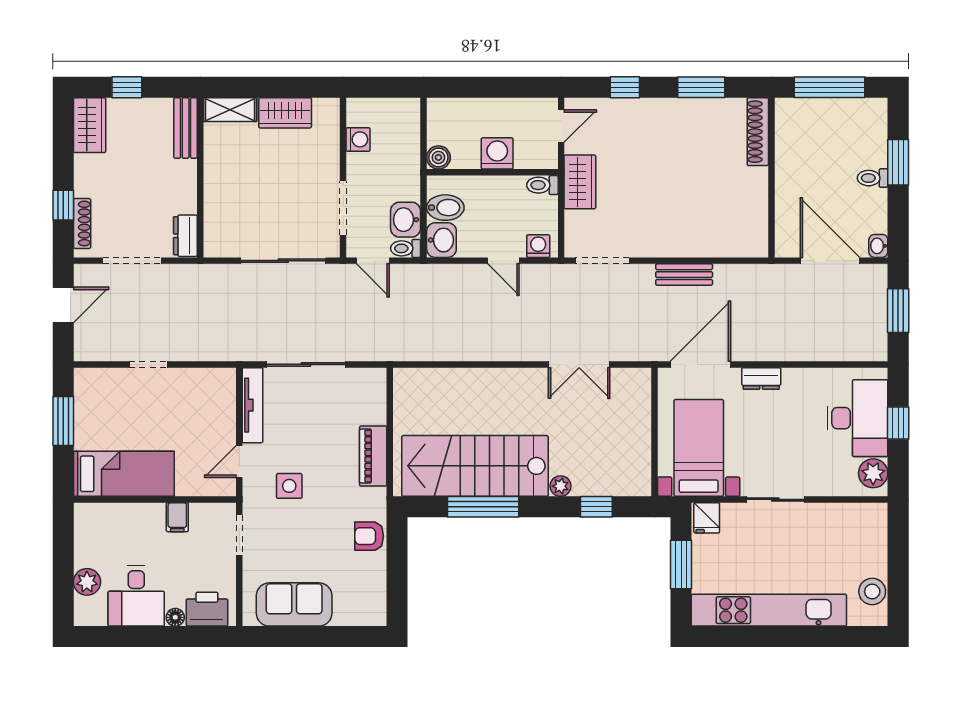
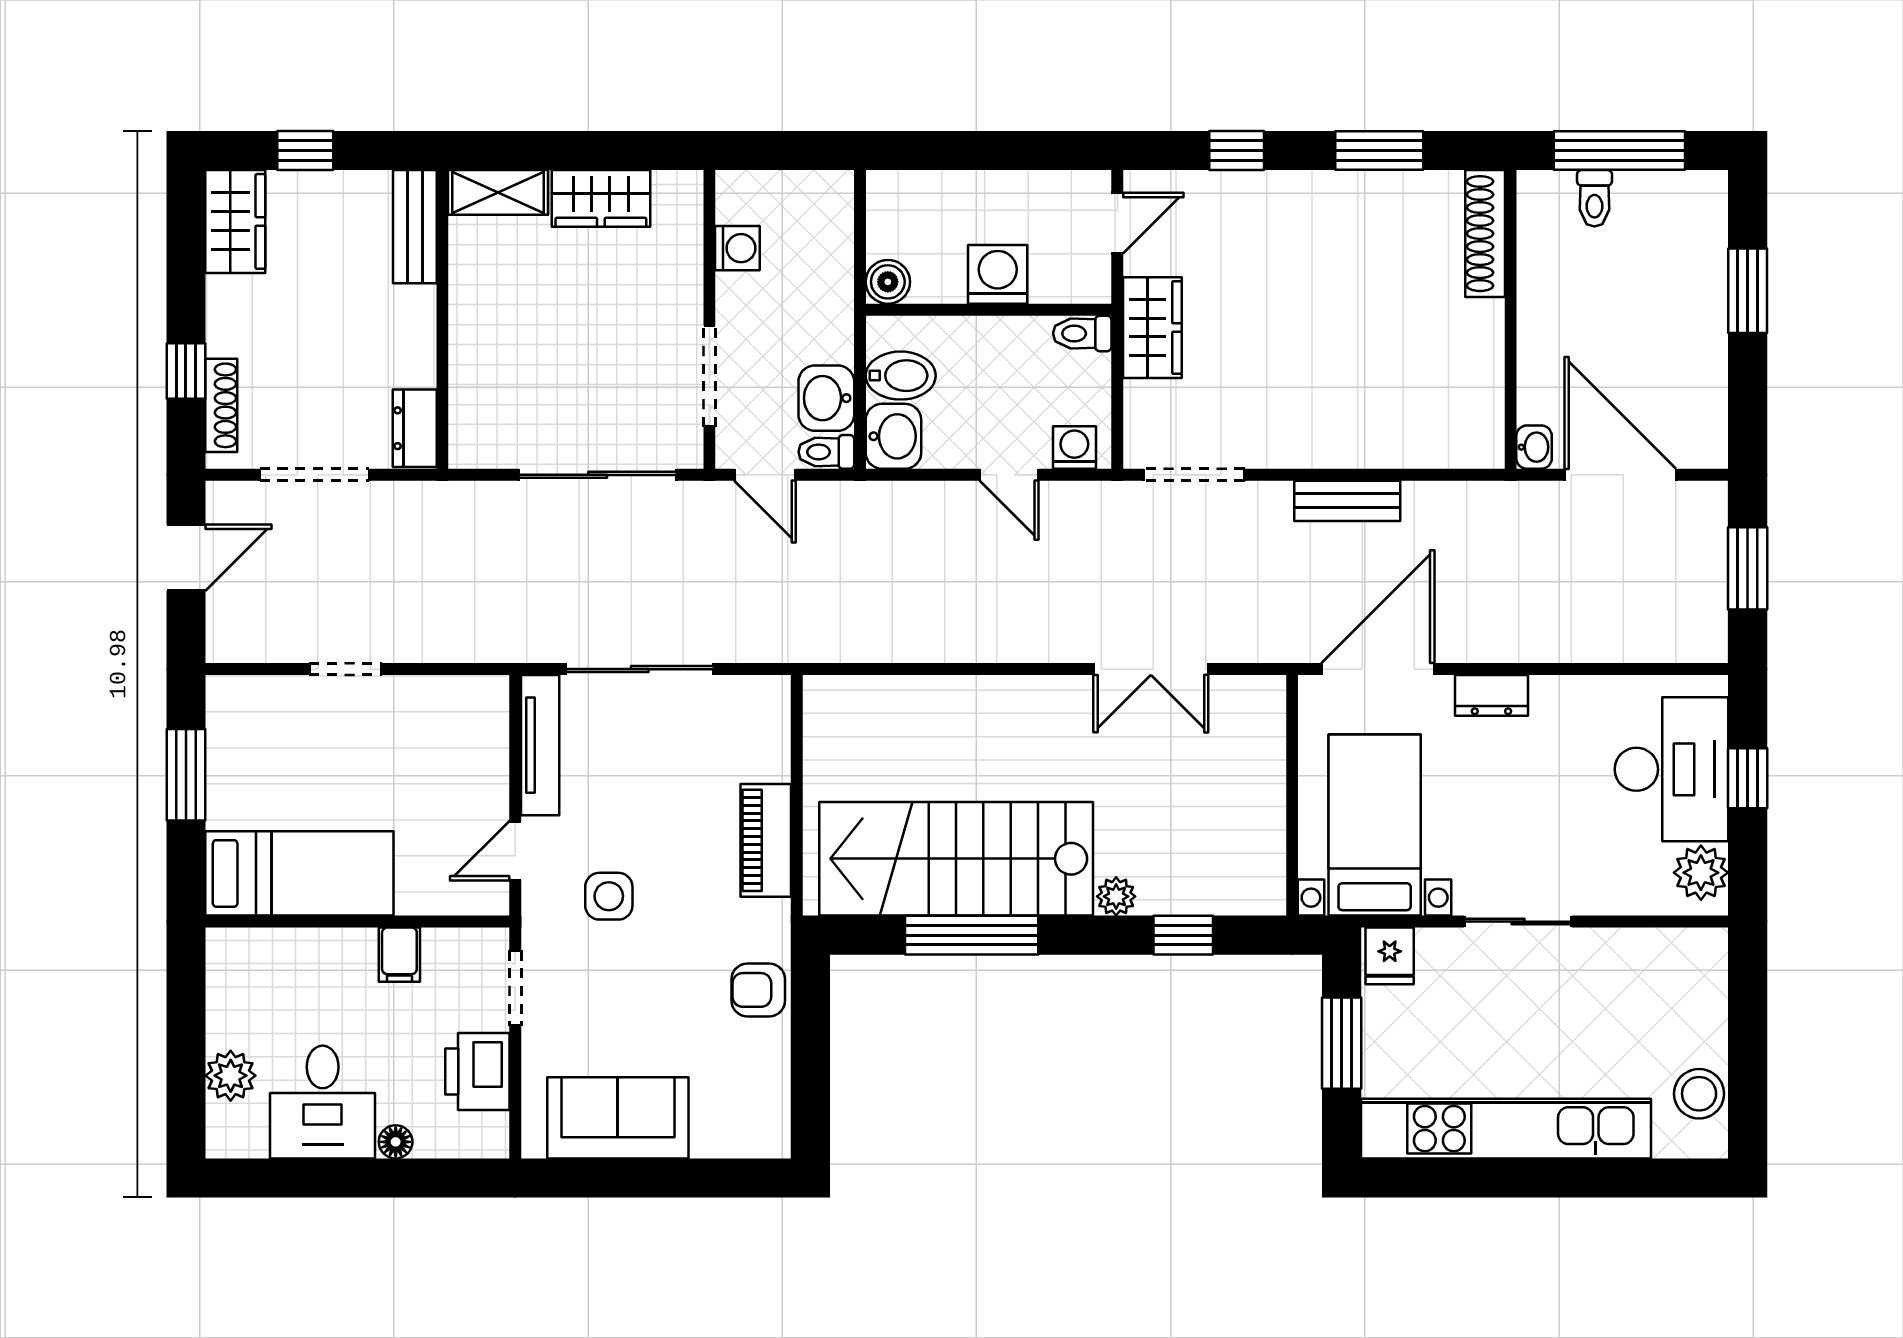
toilet: (873, 178) -> (1594, 198), moved, turned -90
washbasin: (878, 246) -> (1534, 447), moved, turned 180
printer: (207, 609) -> (477, 1071), moved, turned -90

